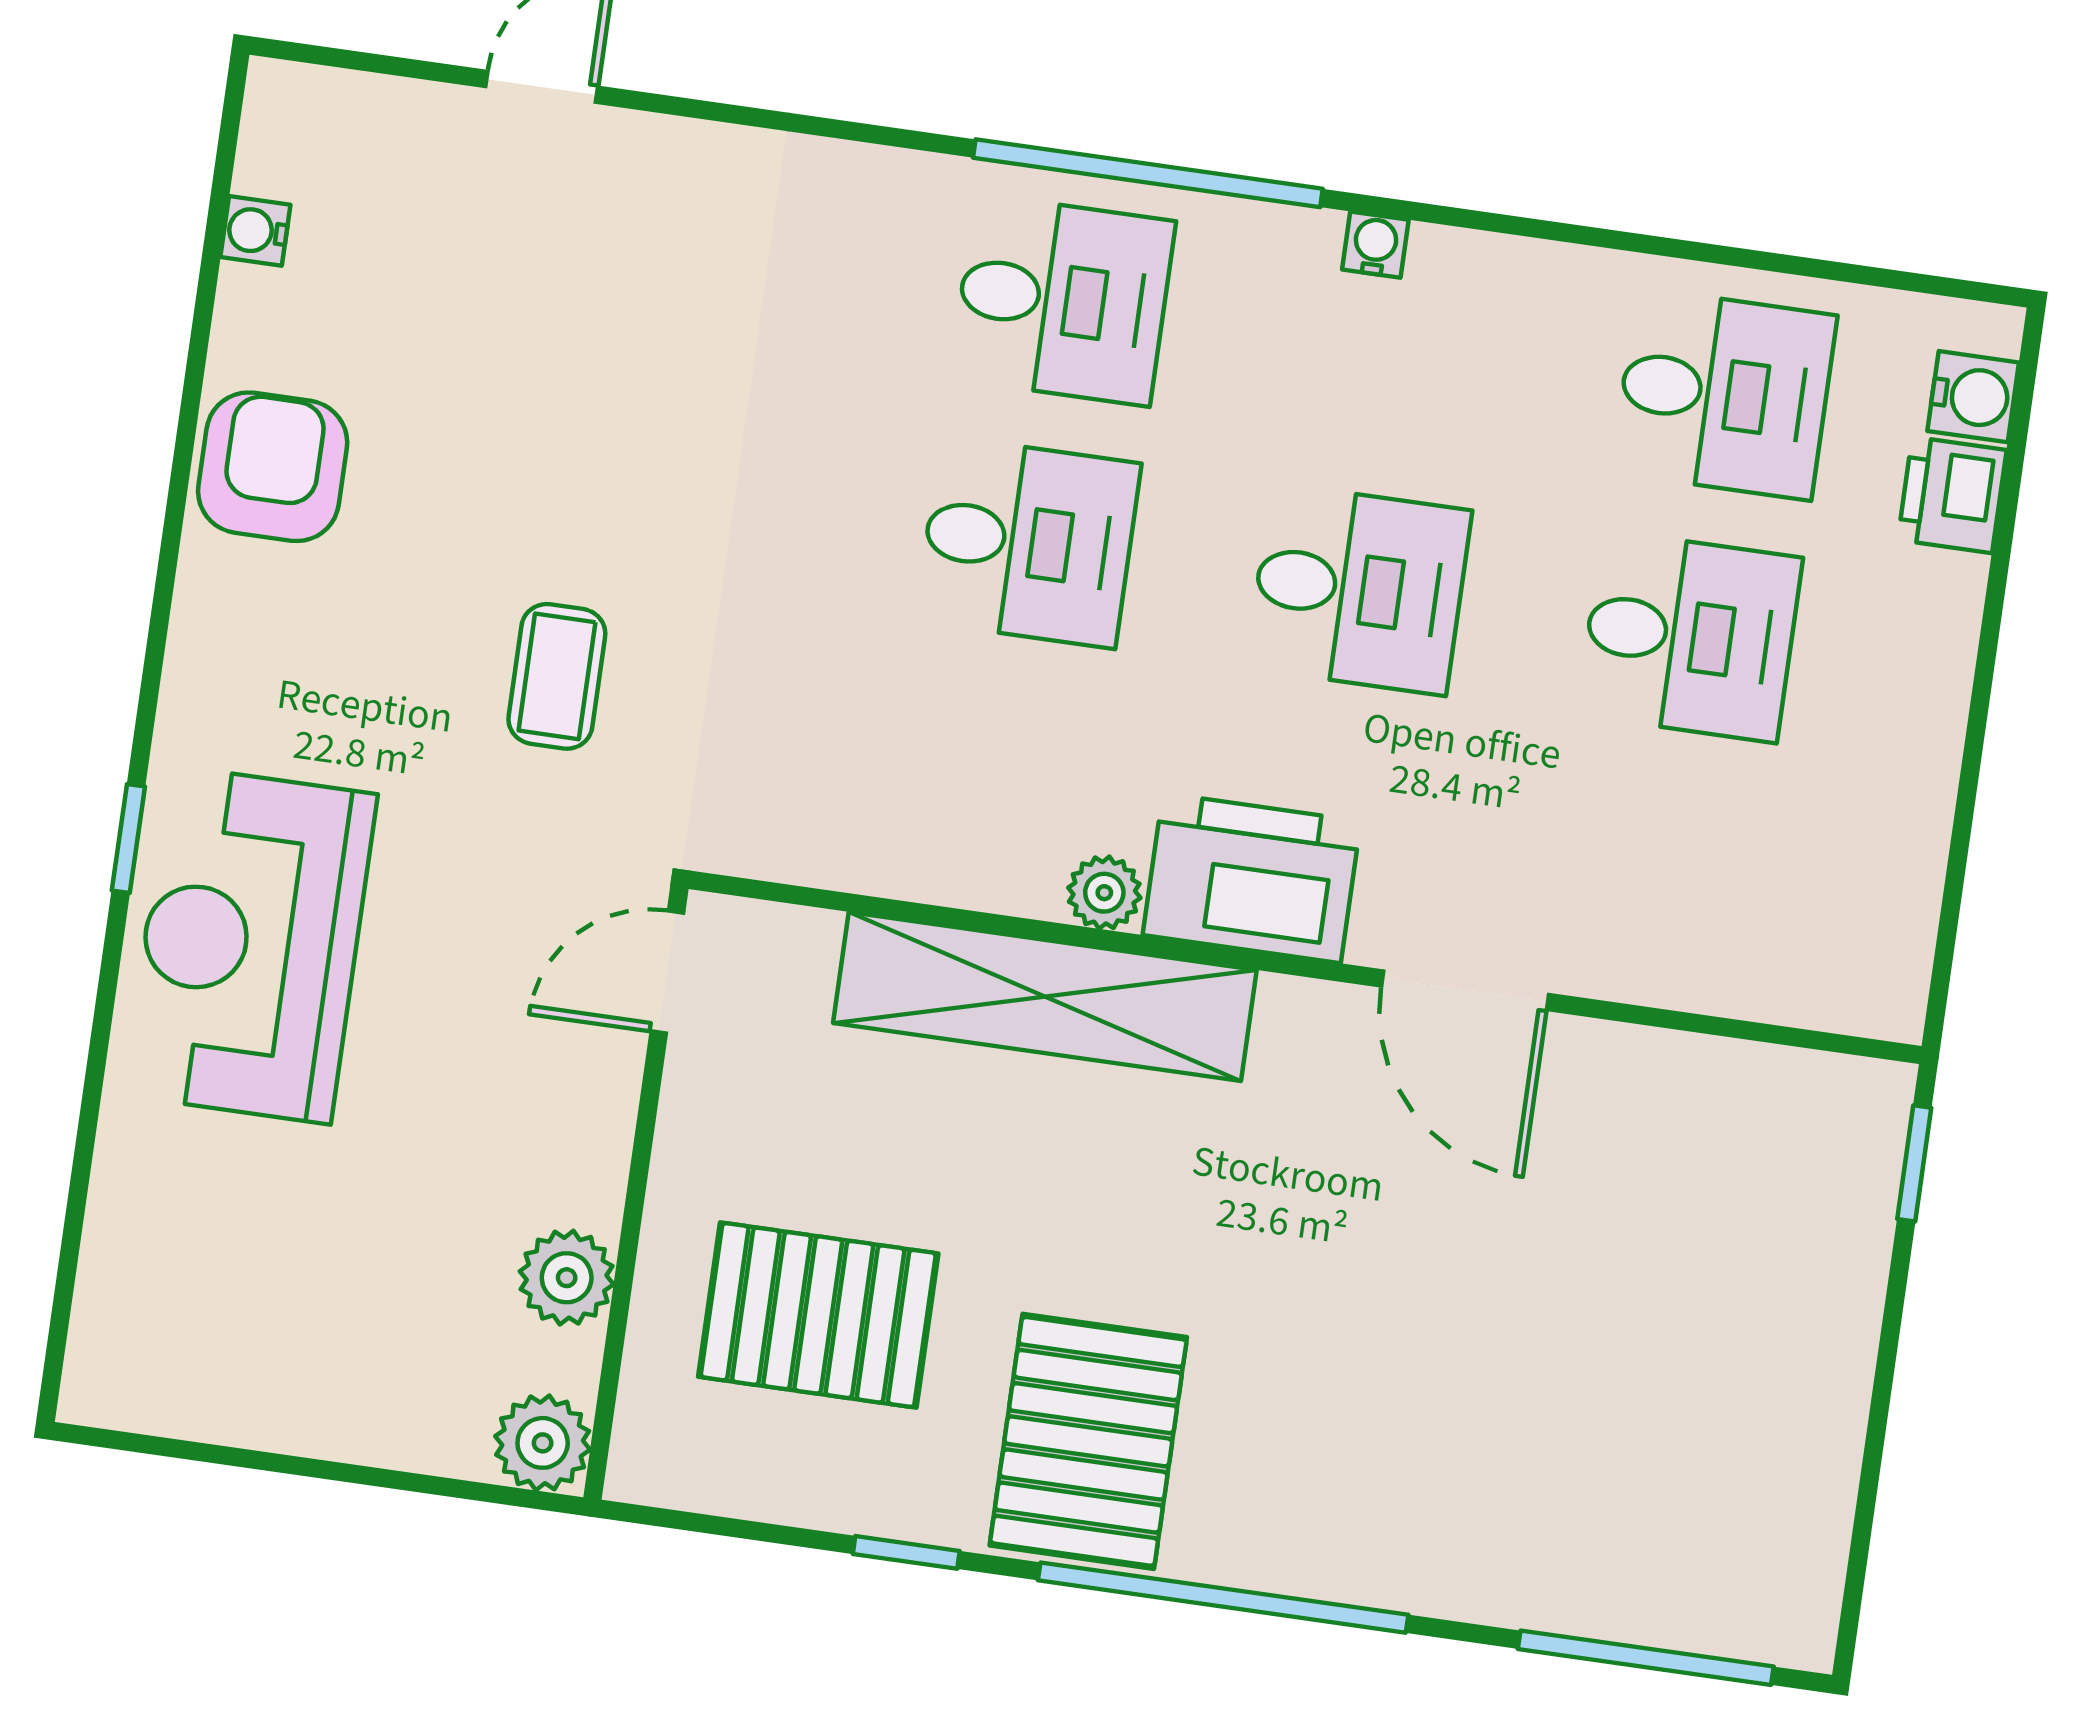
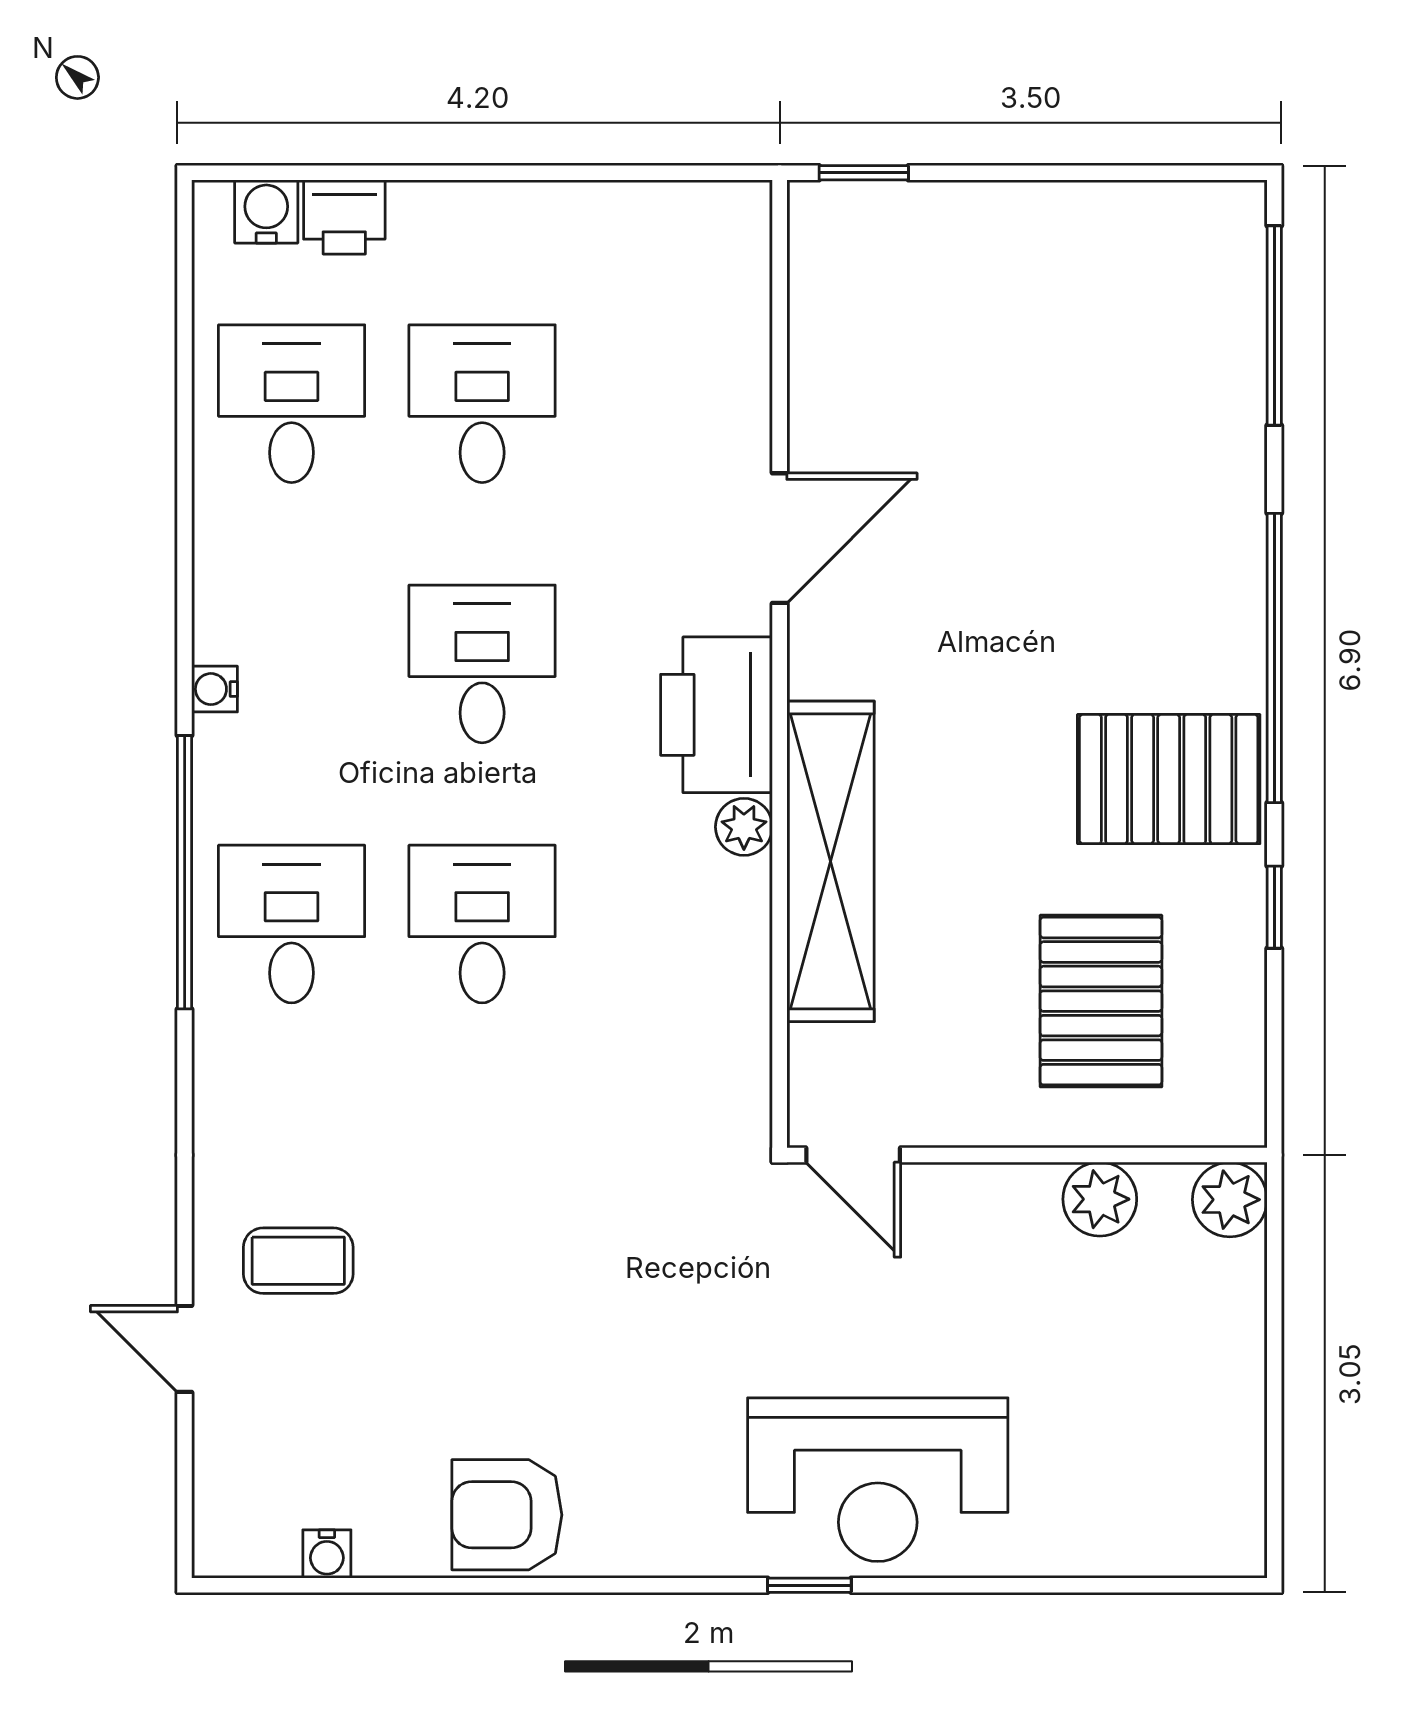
coffee table: (557, 676) -> (298, 1261), moved

